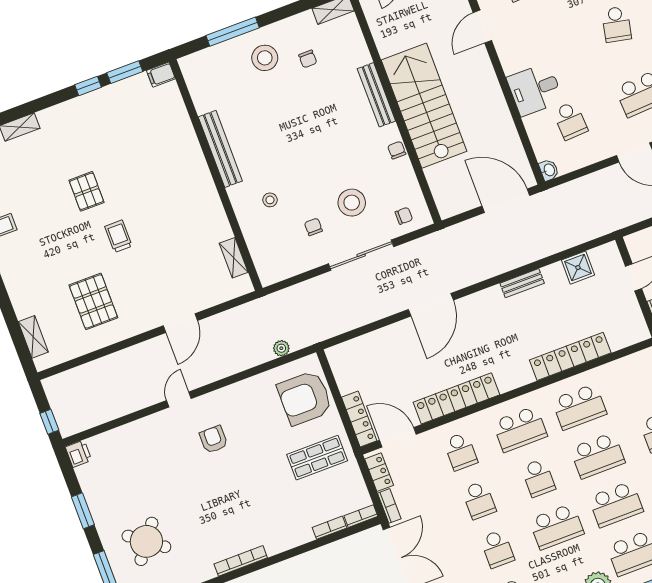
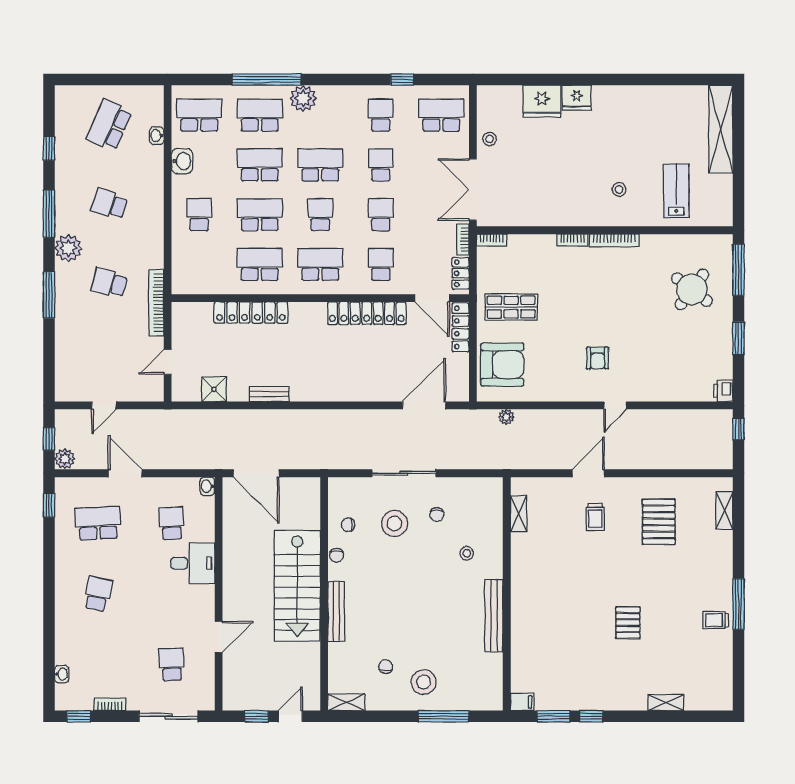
chair: (404, 216) -> (348, 525), moved
trolley: (118, 236) -> (595, 517), moved
door: (431, 305) -> (424, 405), moved
bookcase: (330, 528) -> (572, 240), moved

